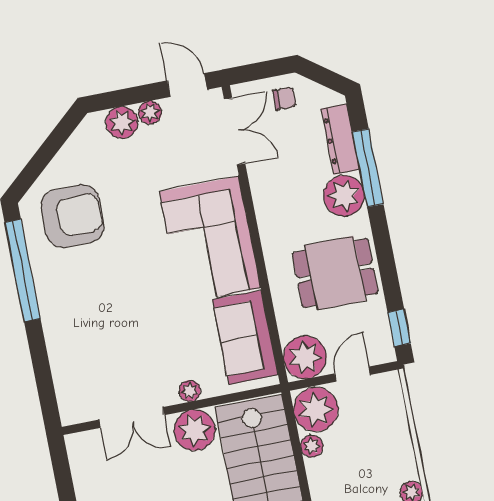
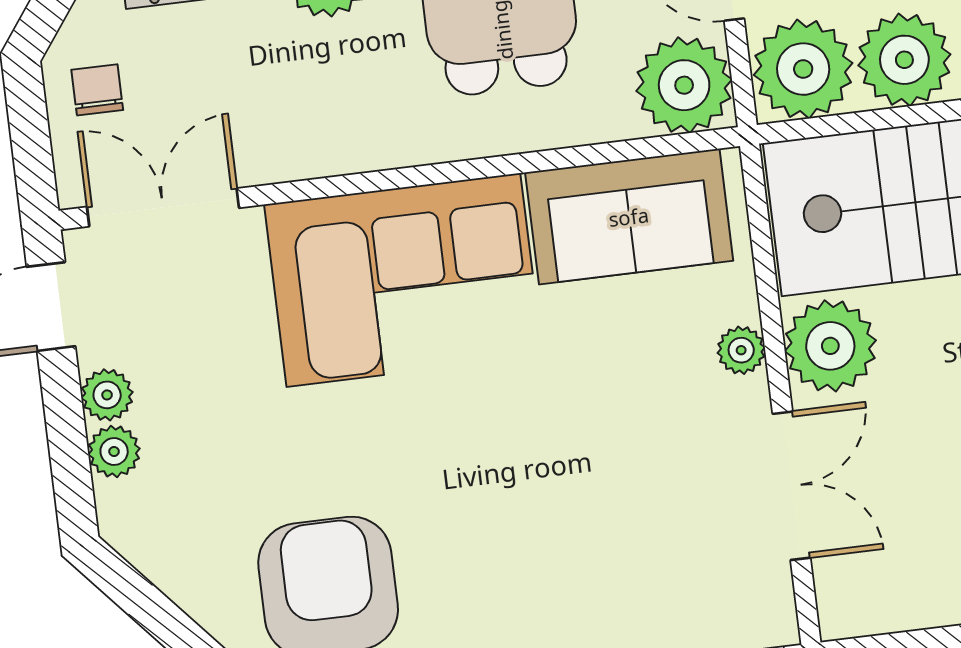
plant: (122, 122) -> (114, 451), width x0.73, depth x0.73
plant: (312, 446) -> (904, 60), width x1.88, depth x1.88

